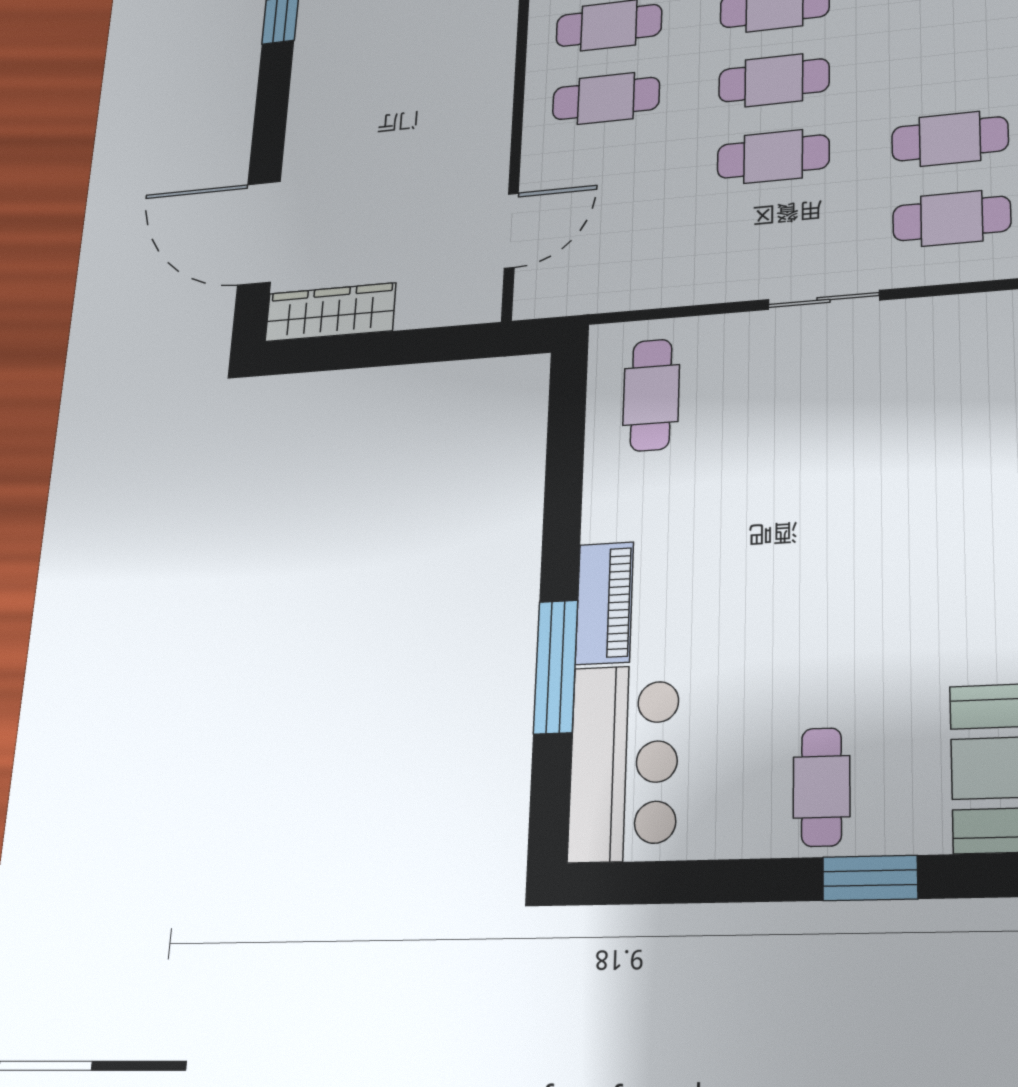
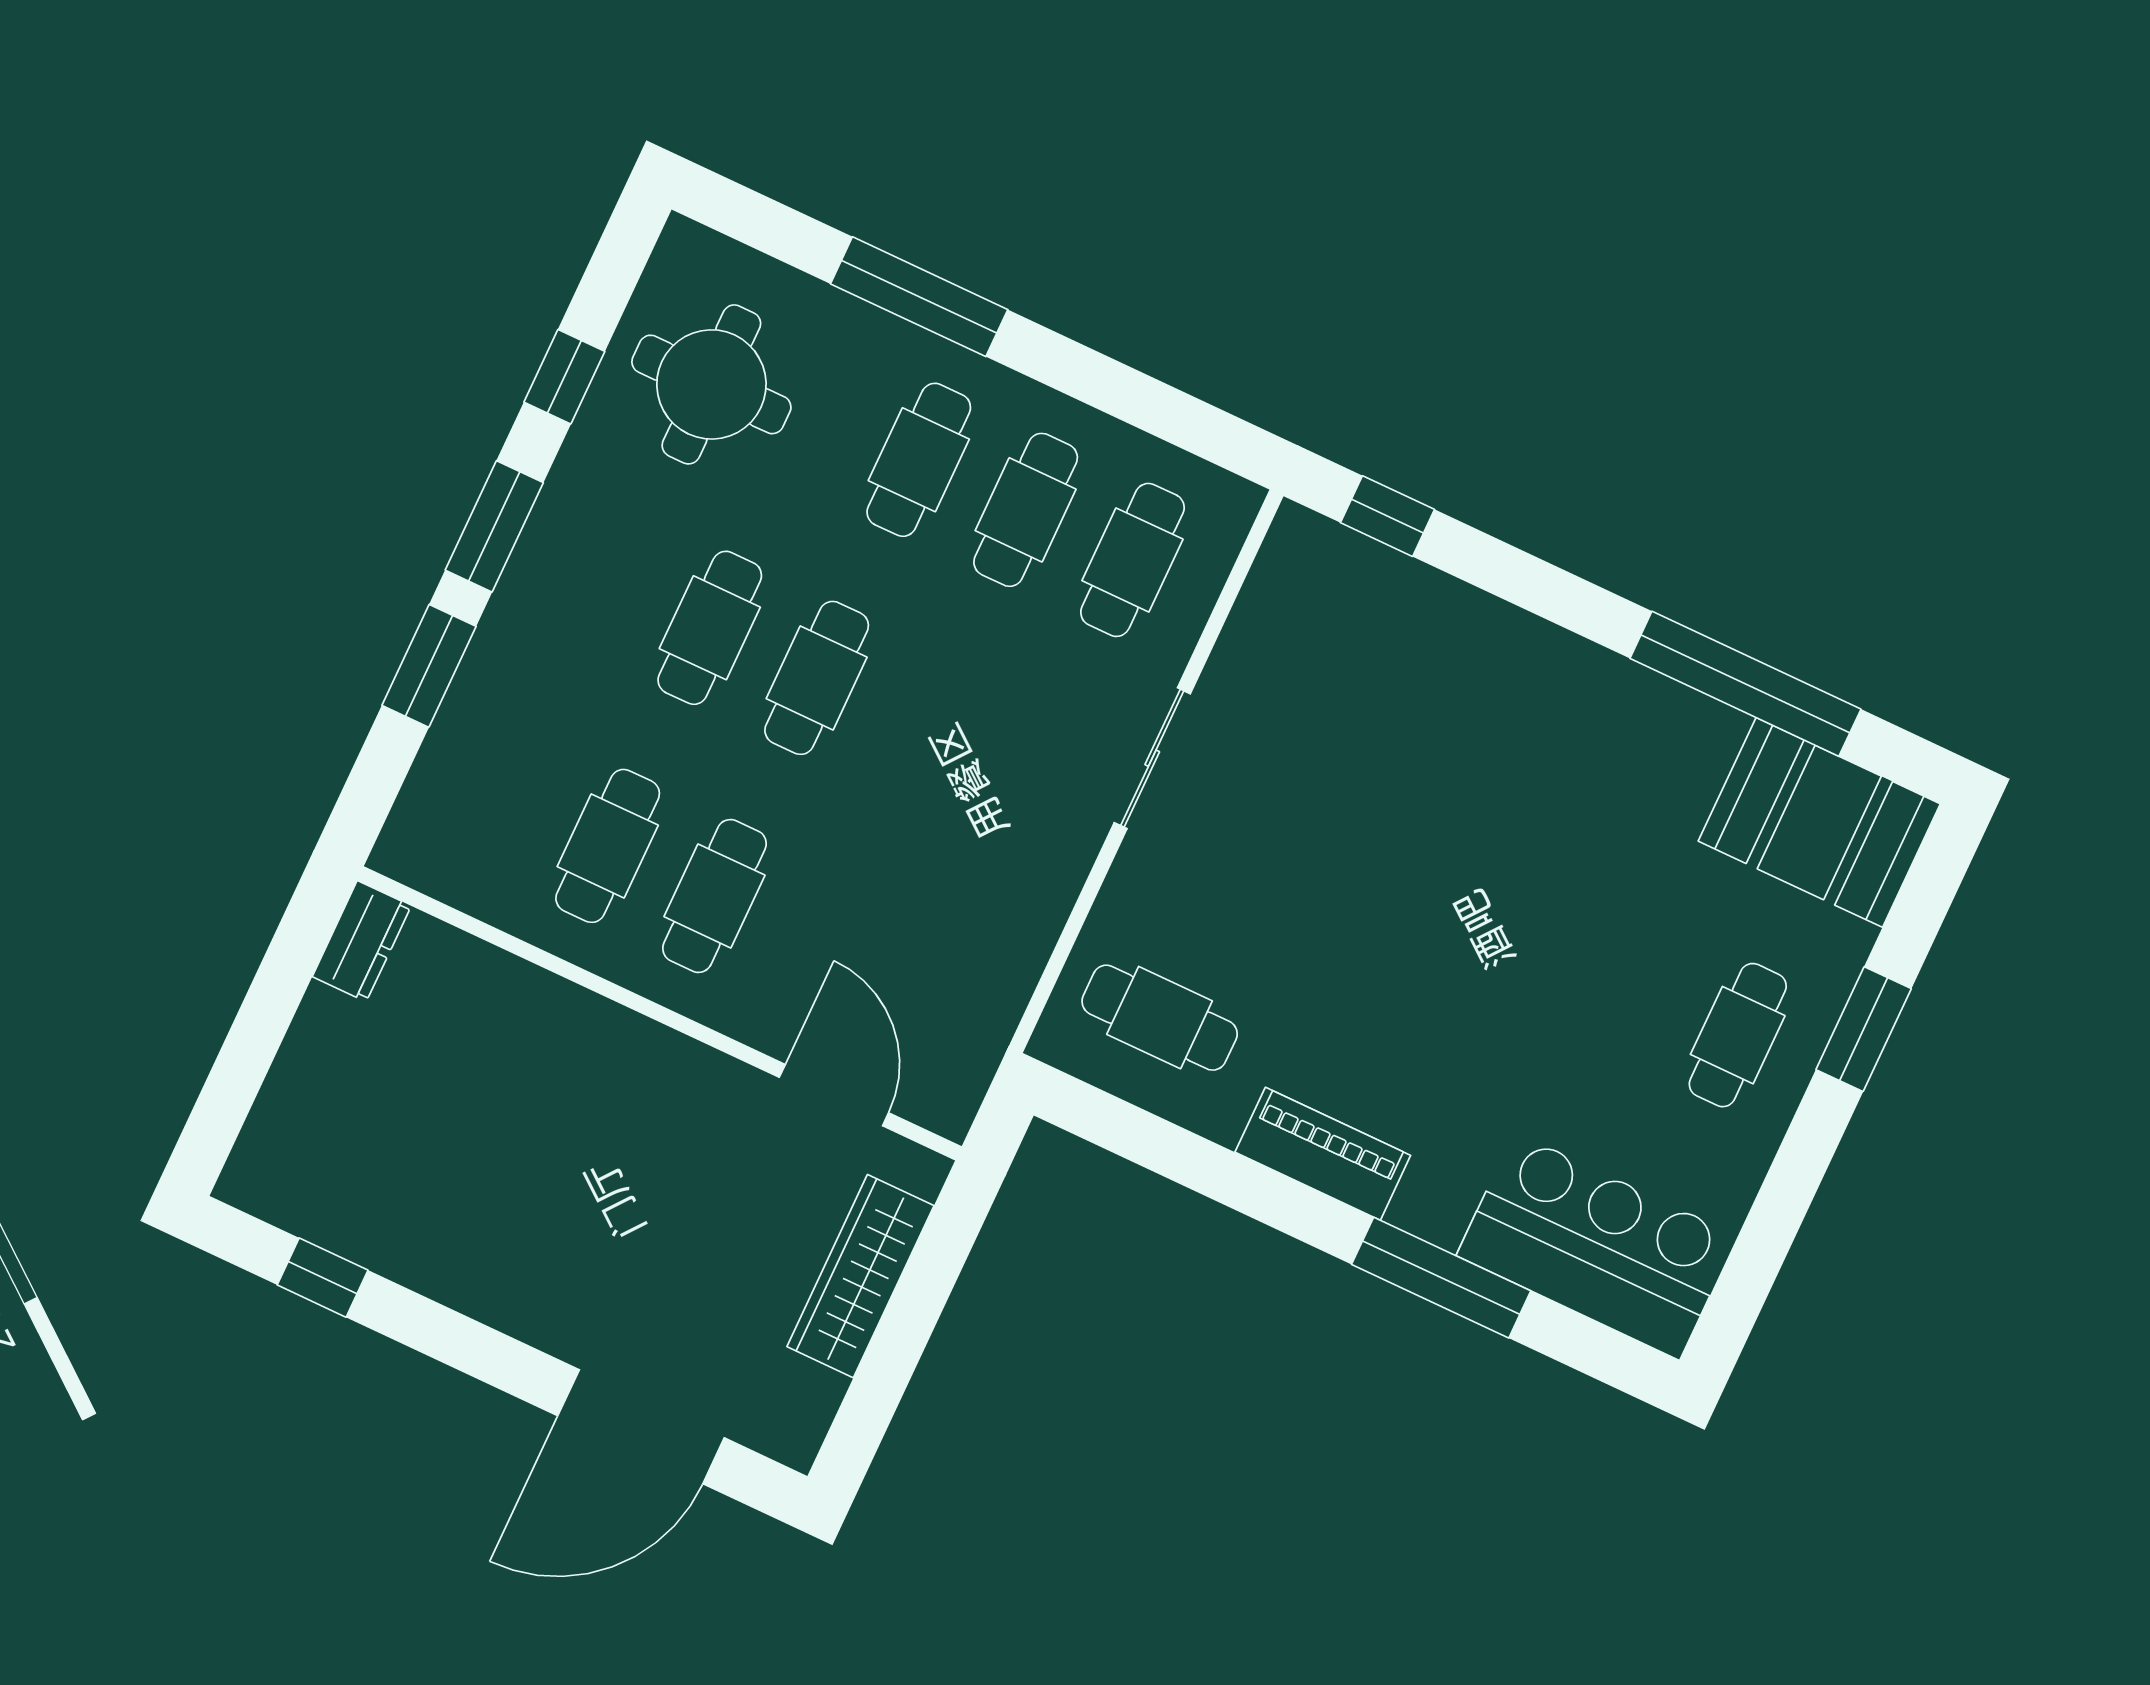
cafe table: (773, 156) -> (919, 460), moved
wardrobe: (330, 312) -> (860, 1276), moved
piano: (604, 603) -> (1323, 1154), moved
cafe table: (821, 787) -> (1738, 1035), turned 90

